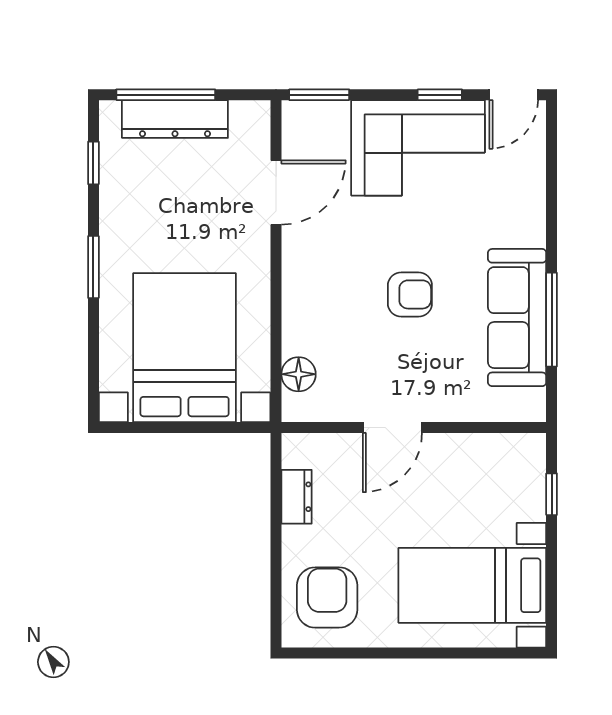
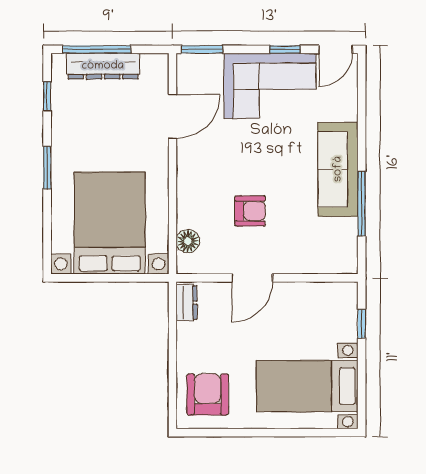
armchair: (410, 294) -> (250, 211), moved
sofa: (517, 318) -> (338, 169), moved
dresser: (297, 497) -> (187, 303), moved

